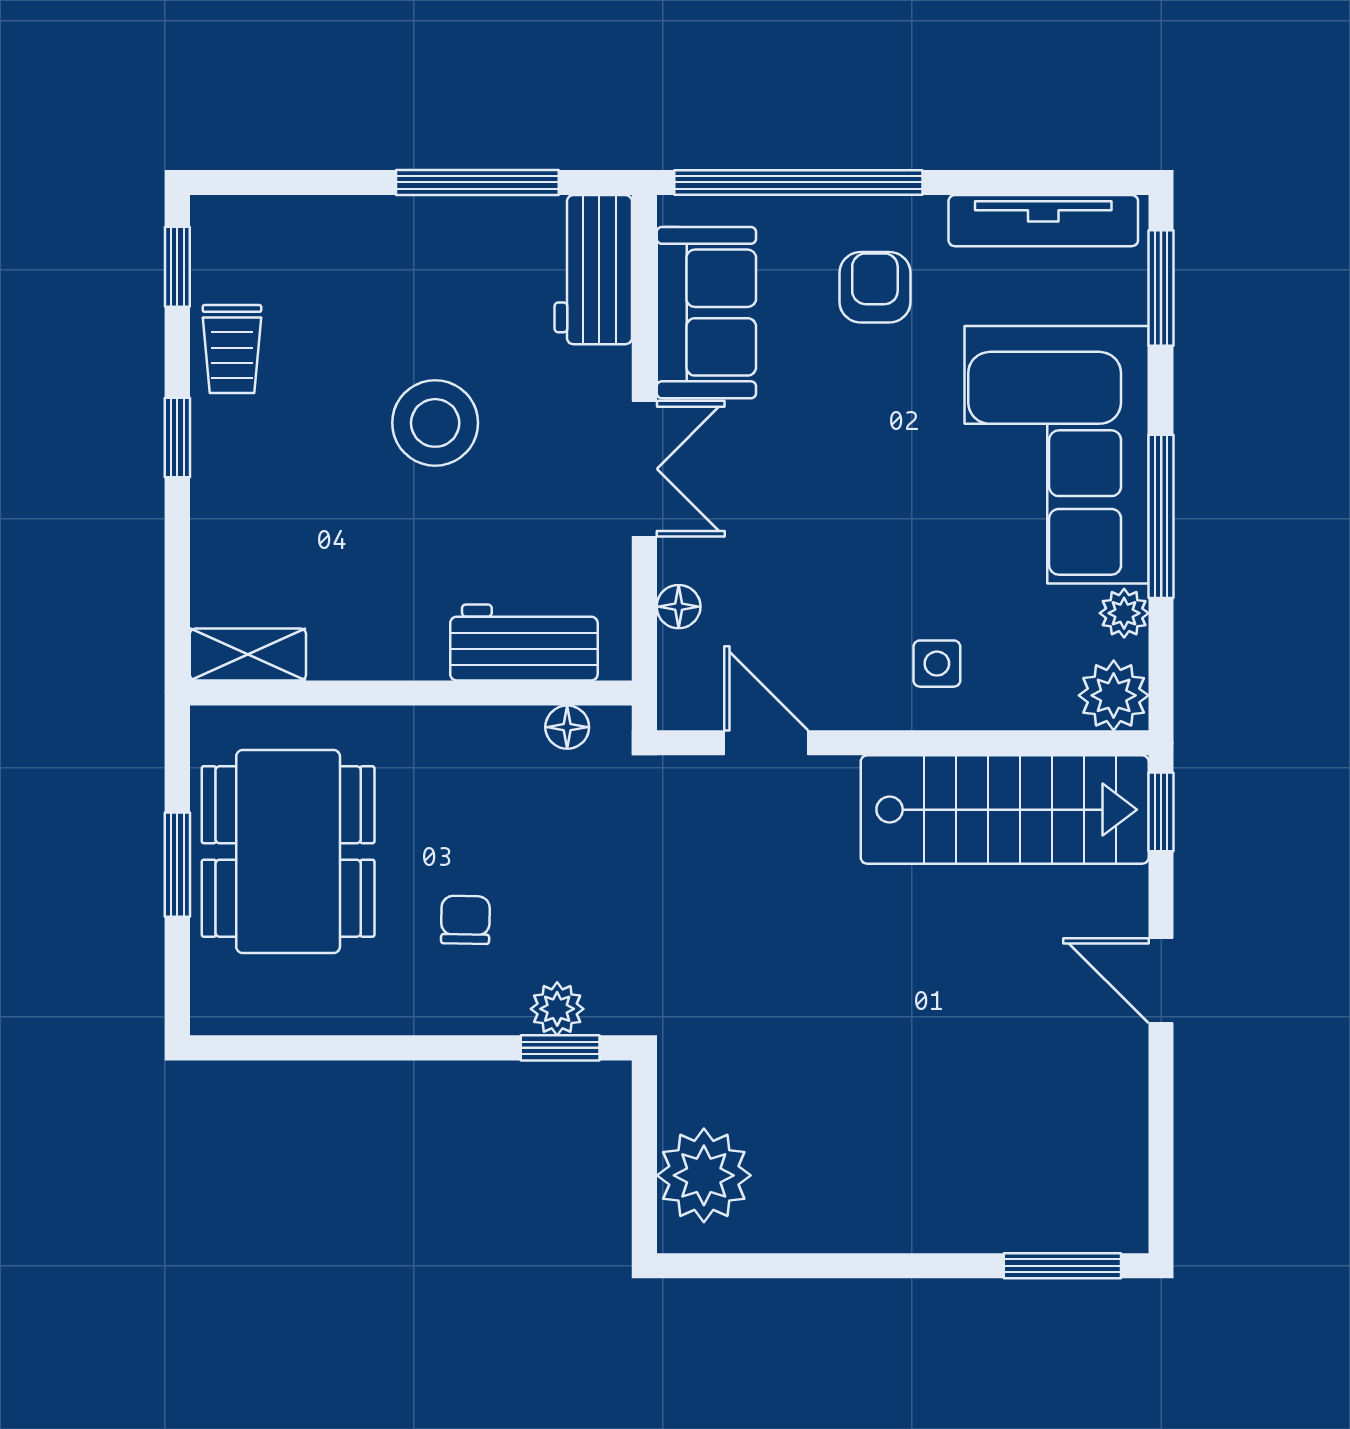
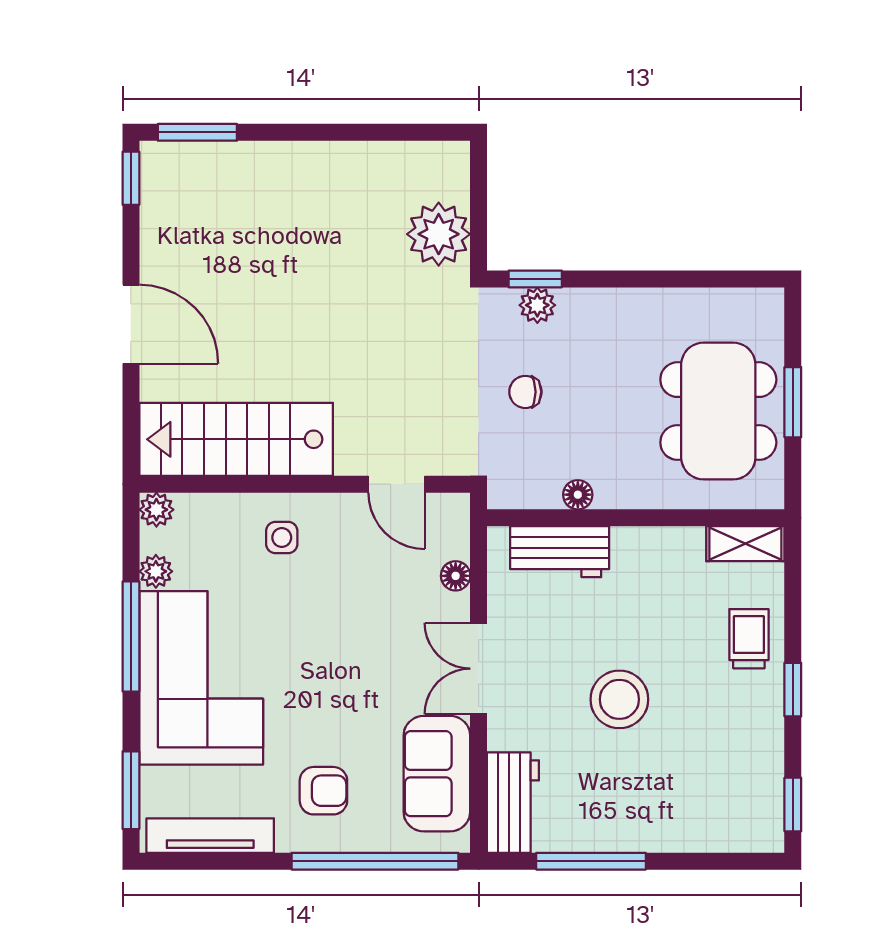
armchair: (875, 287) -> (323, 791), turned -90
trolley: (232, 349) -> (749, 639), moved
plant: (1114, 695) -> (156, 510), width x0.73, depth x0.73
floor lamp: (567, 727) -> (578, 495), moved
window: (1161, 812) -> (131, 178), moved
chair: (465, 920) -> (525, 392), moved, turned 89
door: (1161, 981) -> (131, 324), width x1.37
plant: (704, 1175) -> (439, 234), moved

